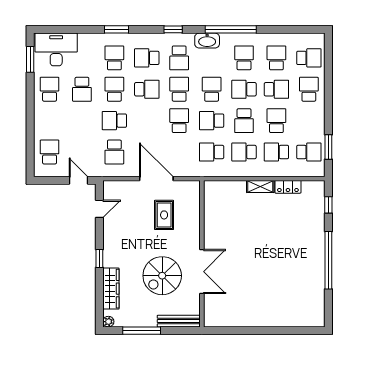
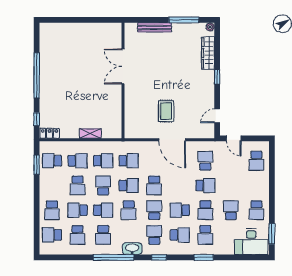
school desk: (179, 89) -> (154, 210), turned 180
locker: (288, 187) -> (50, 133), moved
wall: (202, 254) -> (123, 81), moved
double door: (202, 272) -> (123, 66), moved
spiral stairs: (162, 276) -> (168, 63), removed

